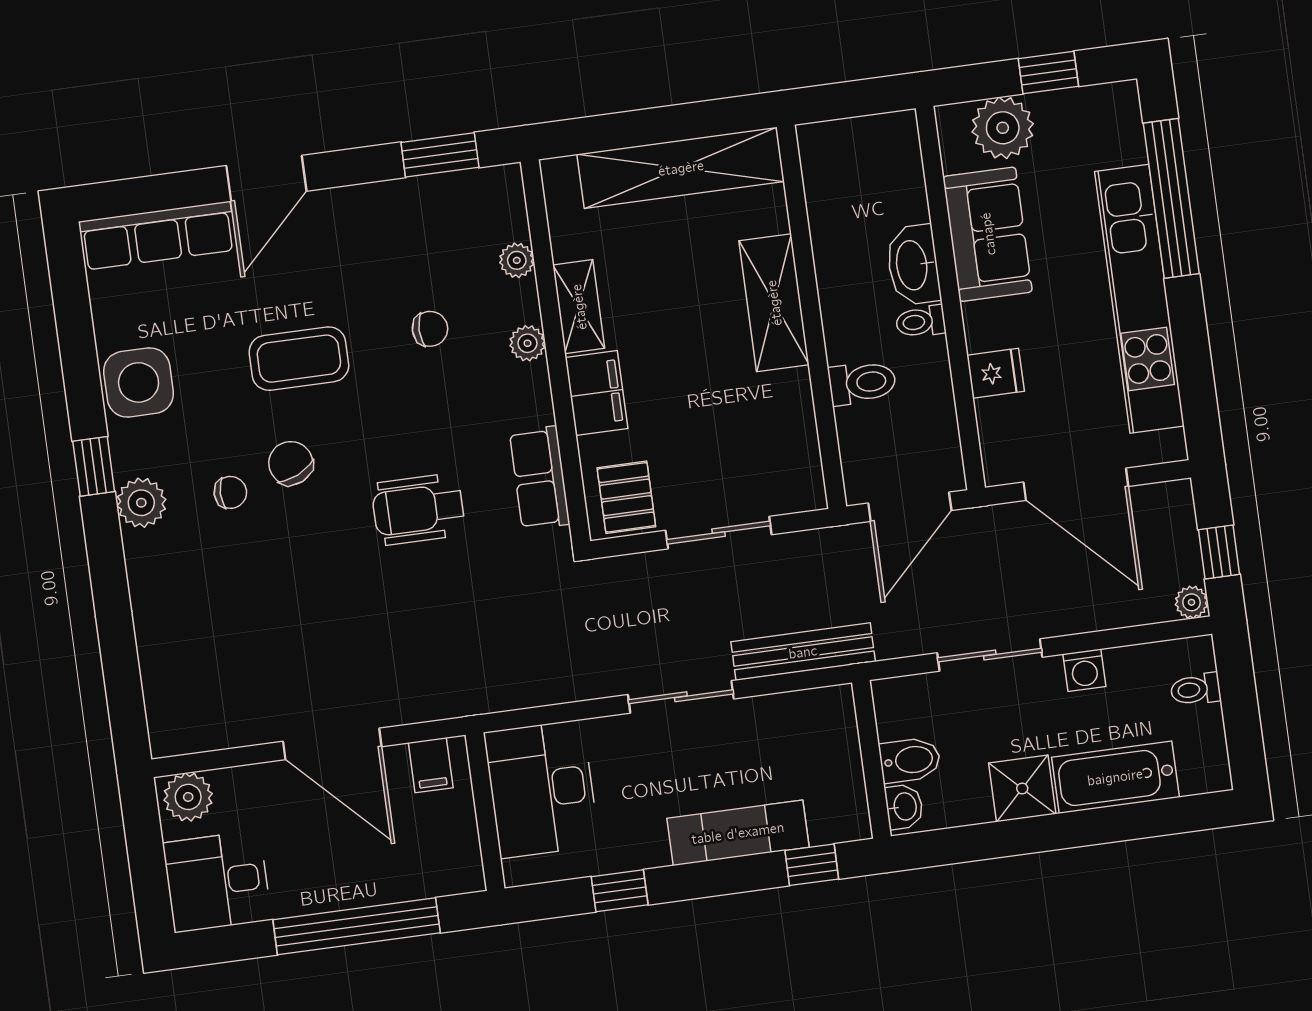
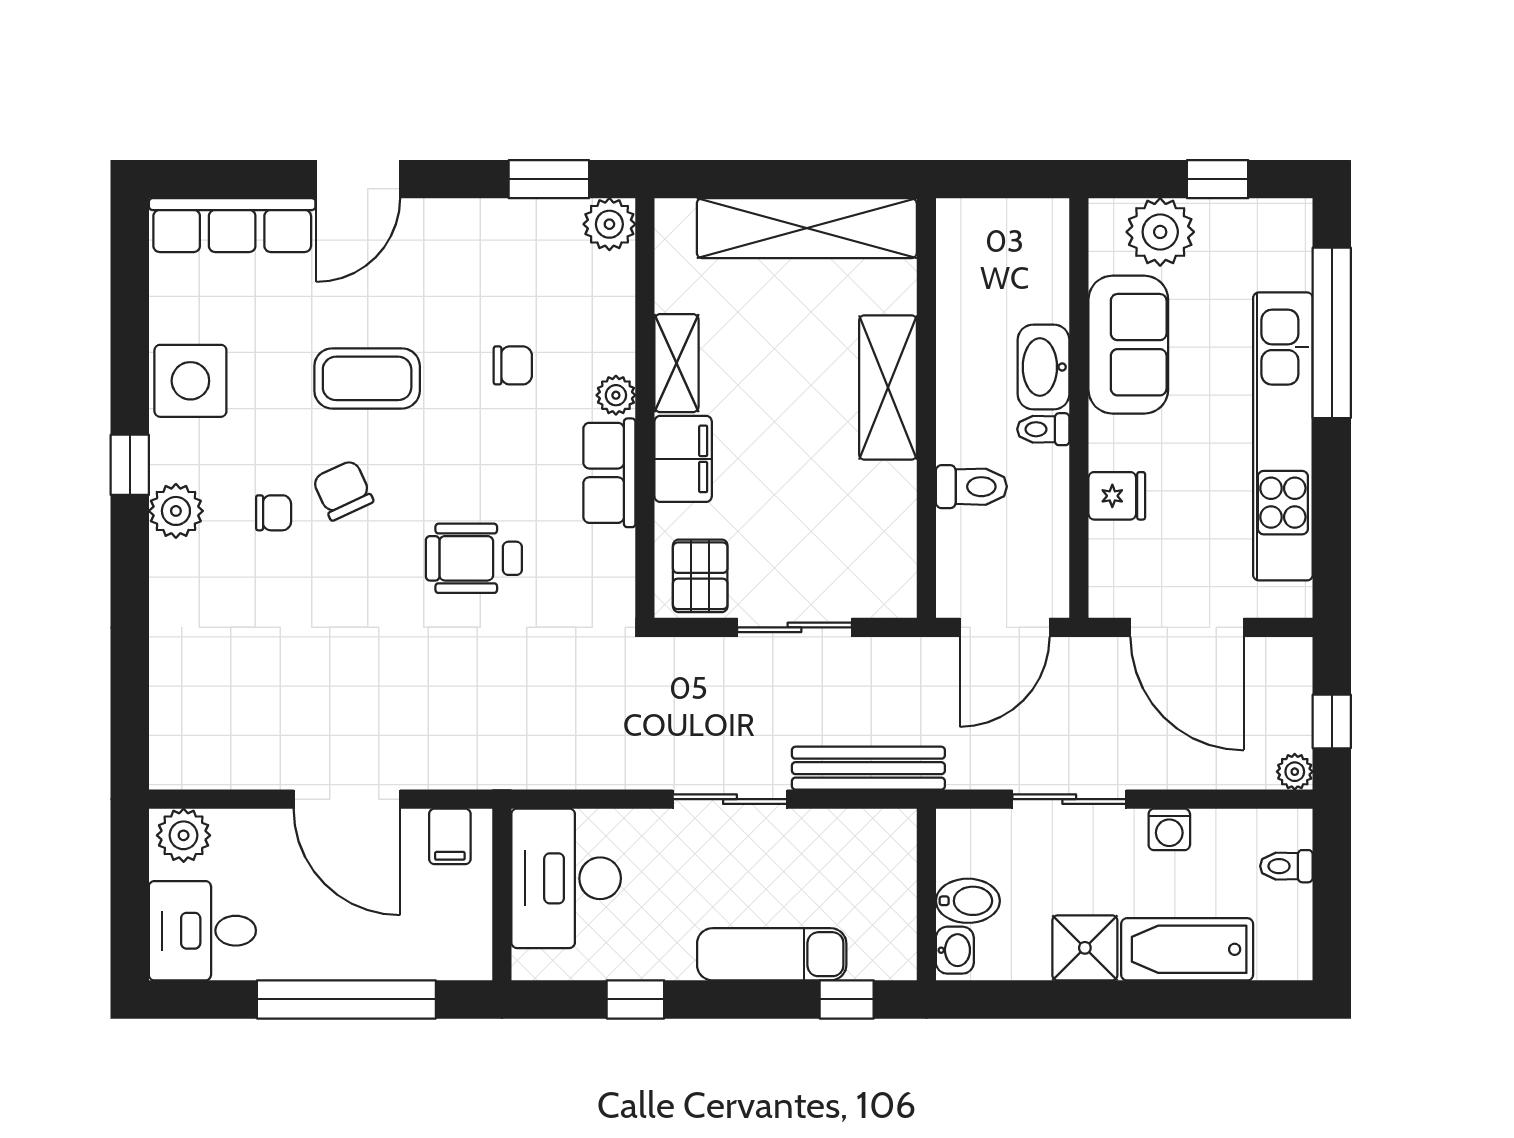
plant: (517, 260) -> (609, 224), moved, width x1.38, depth x1.38
row of seats: (540, 478) -> (609, 473), moved

